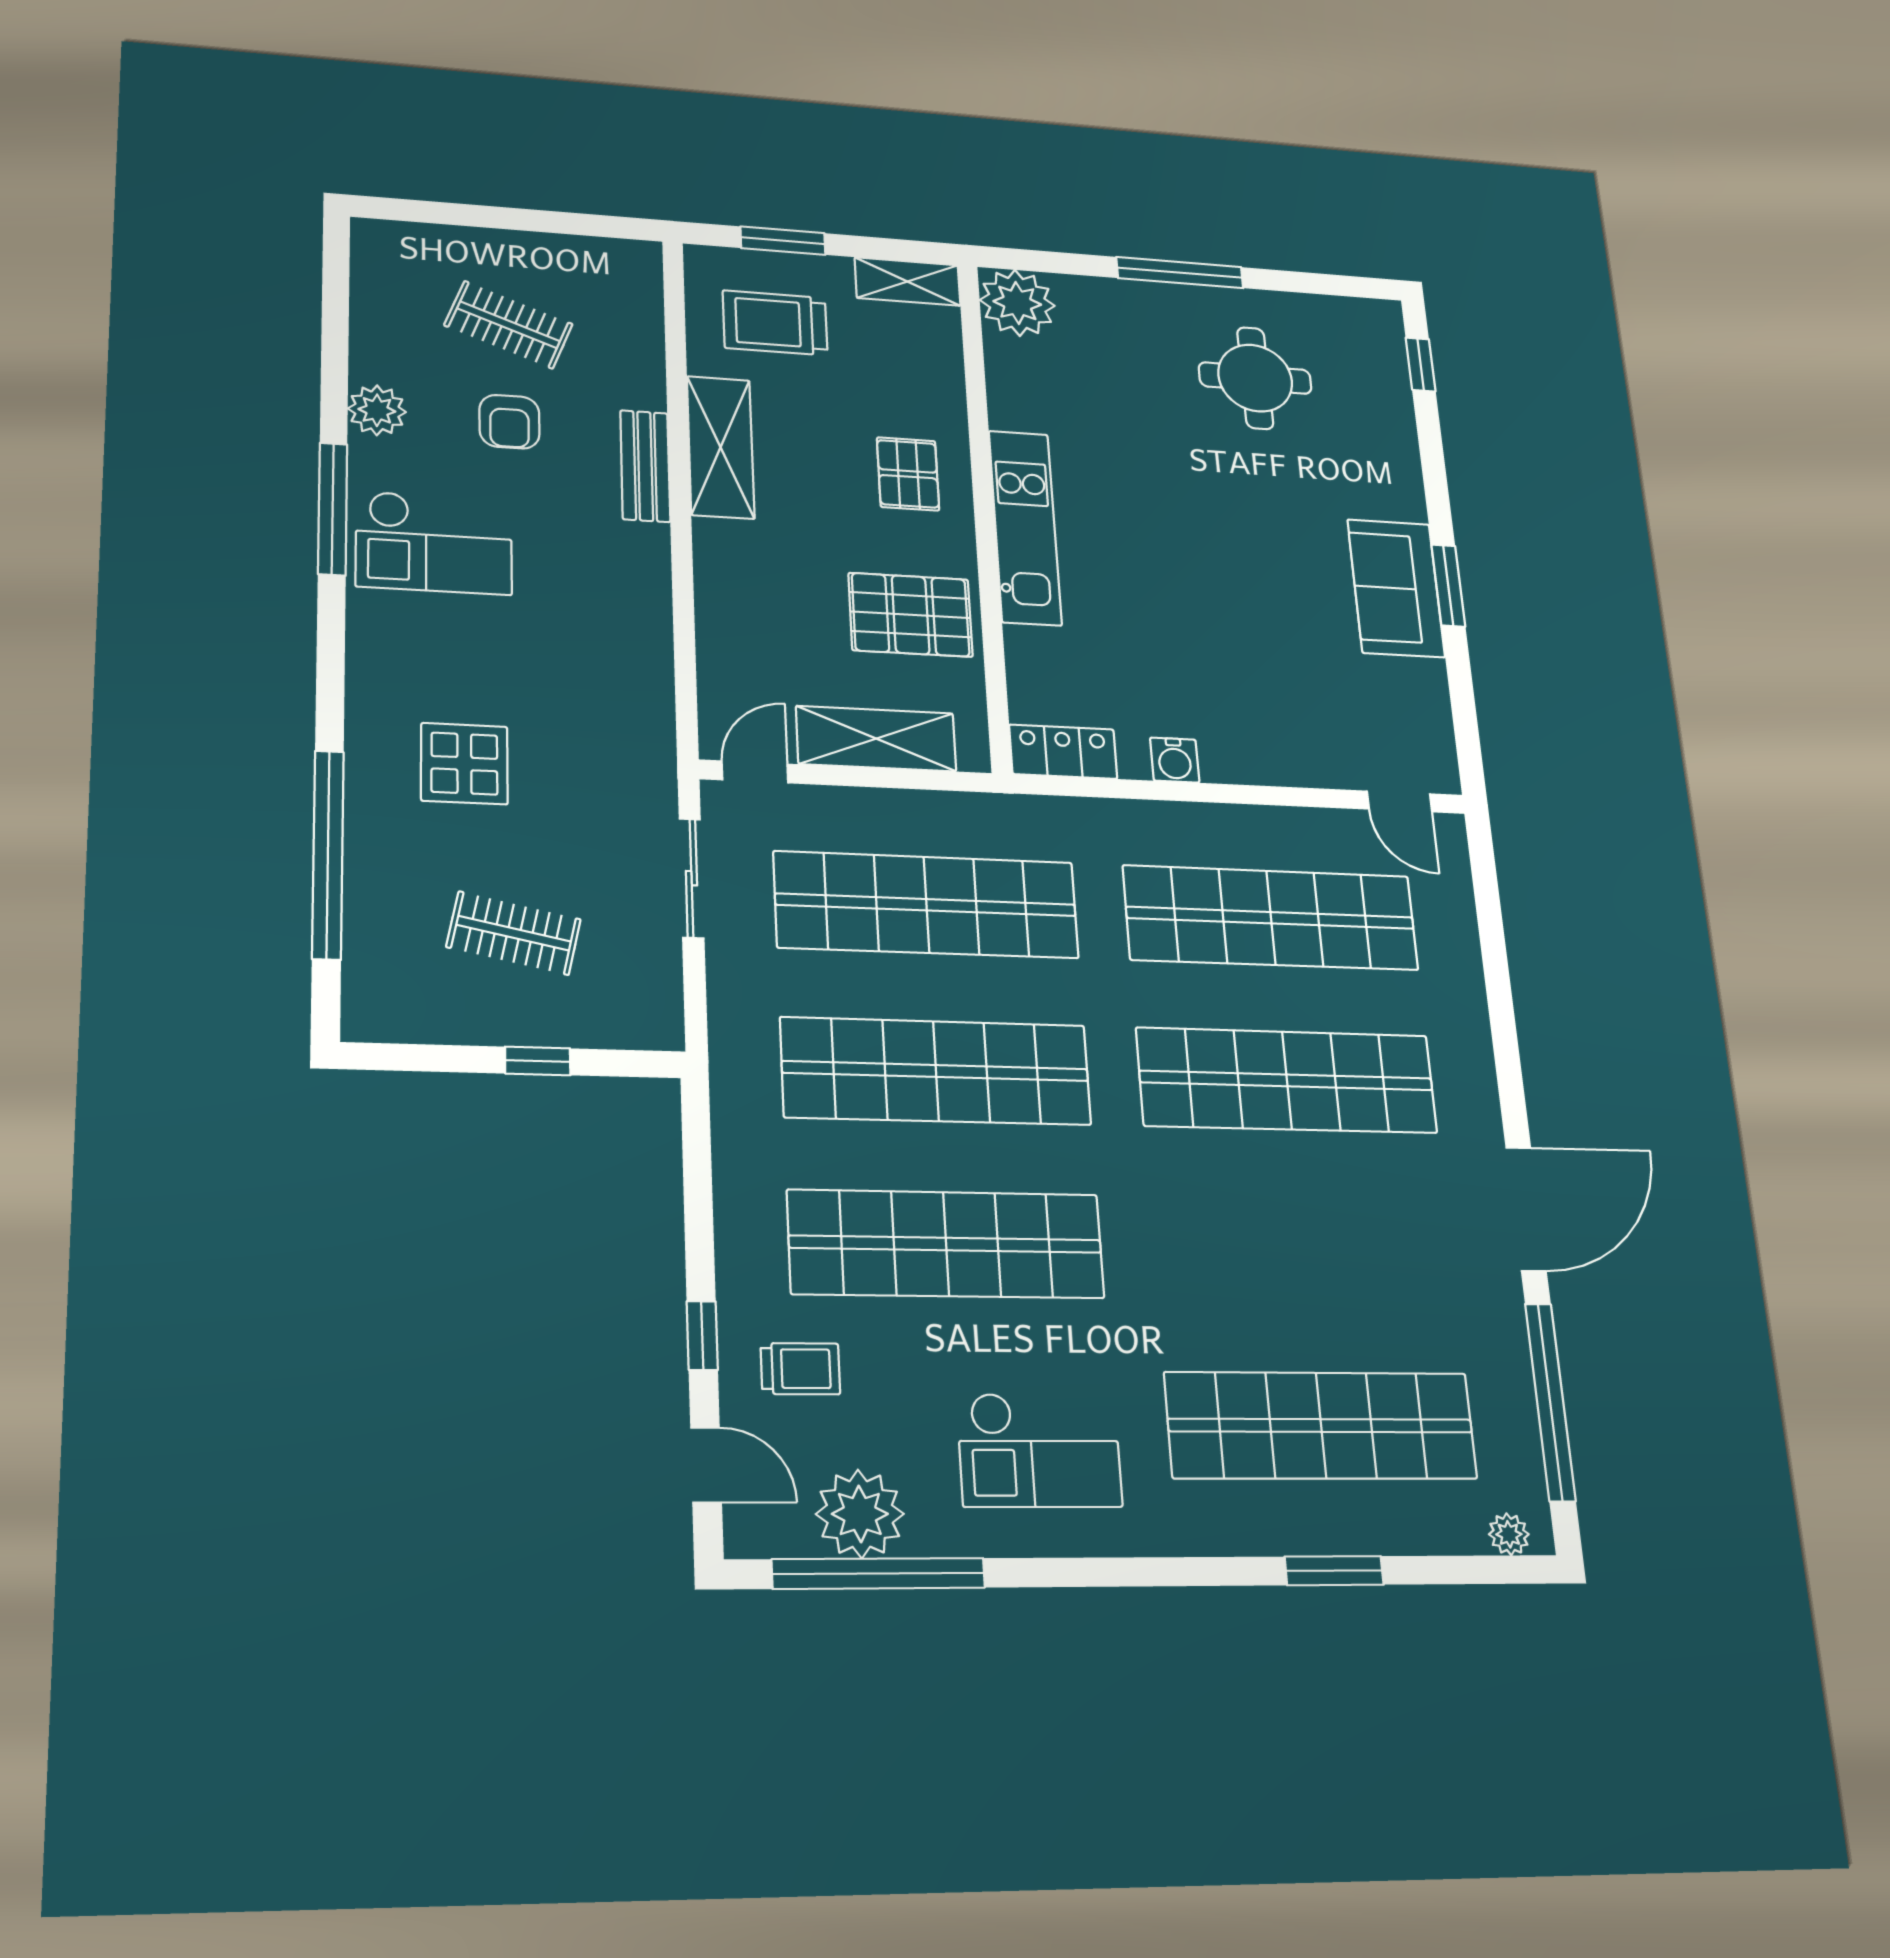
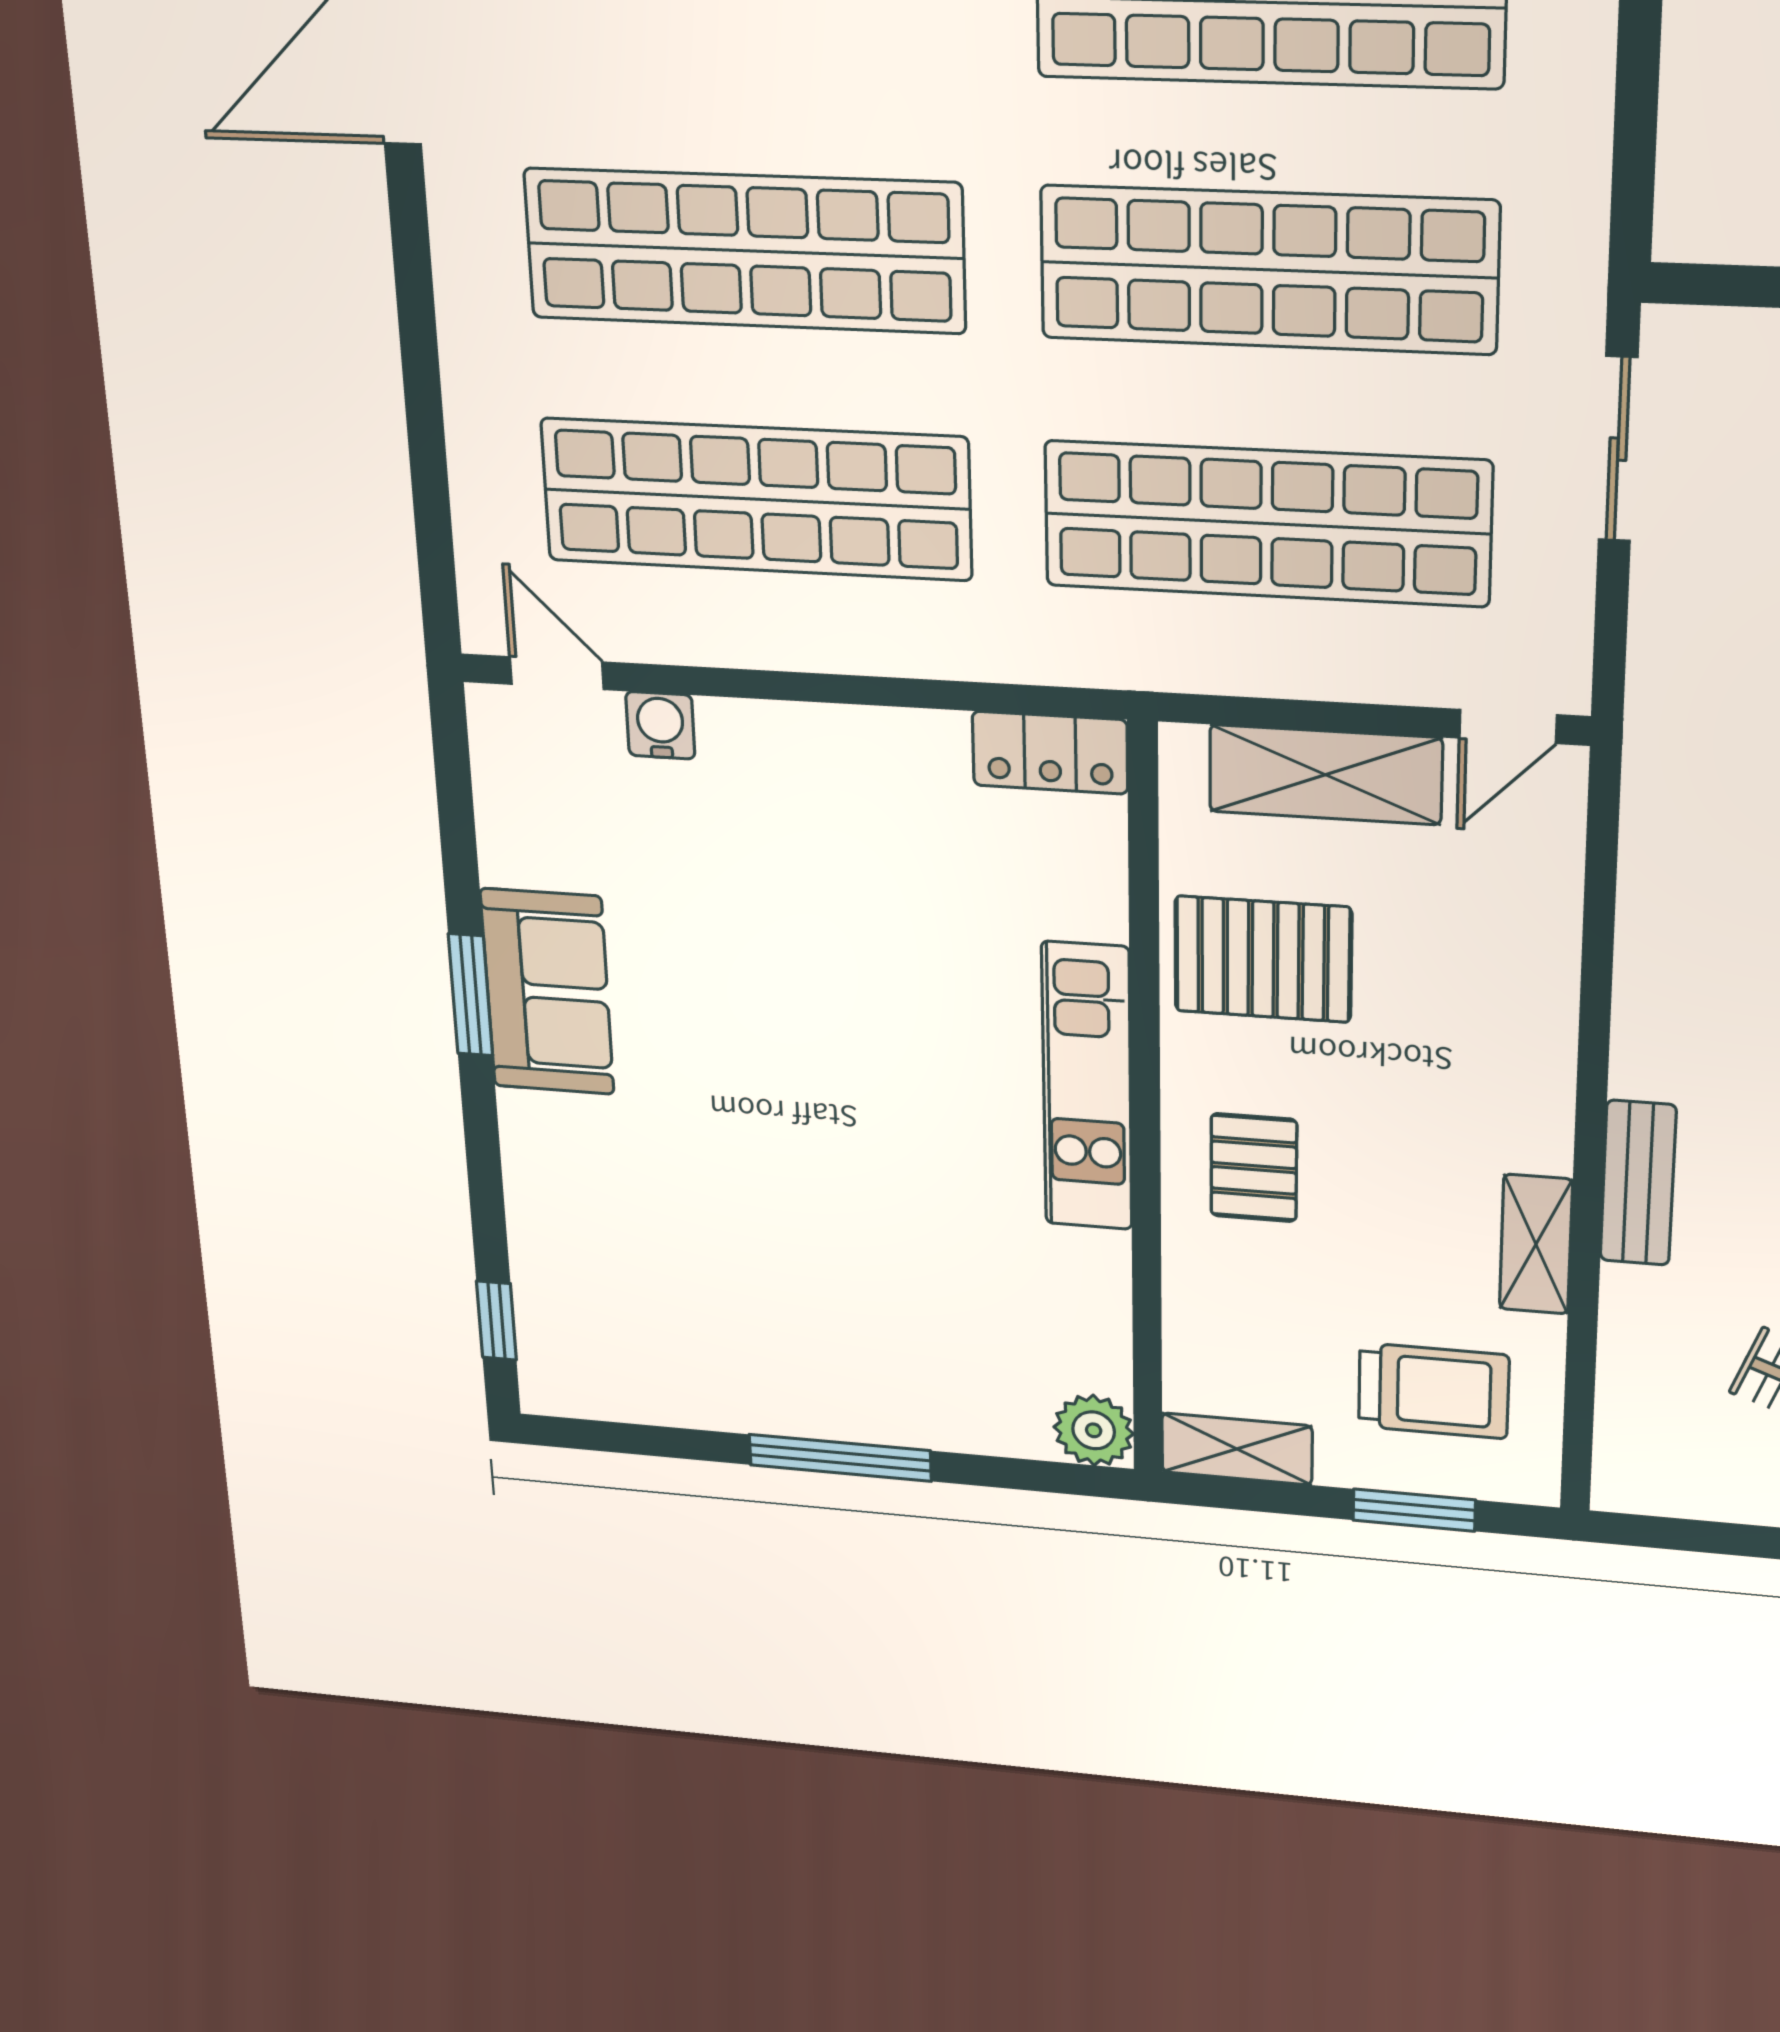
plant: (1017, 303) -> (1094, 1430), width x0.73, depth x0.73
round table: (1255, 378) -> (738, 1303), removed
shelving: (721, 447) -> (1536, 1244), width x0.67, depth x0.75
water cooler: (1175, 760) -> (660, 725), moved
sliding door: (692, 878) -> (1618, 449), moved

